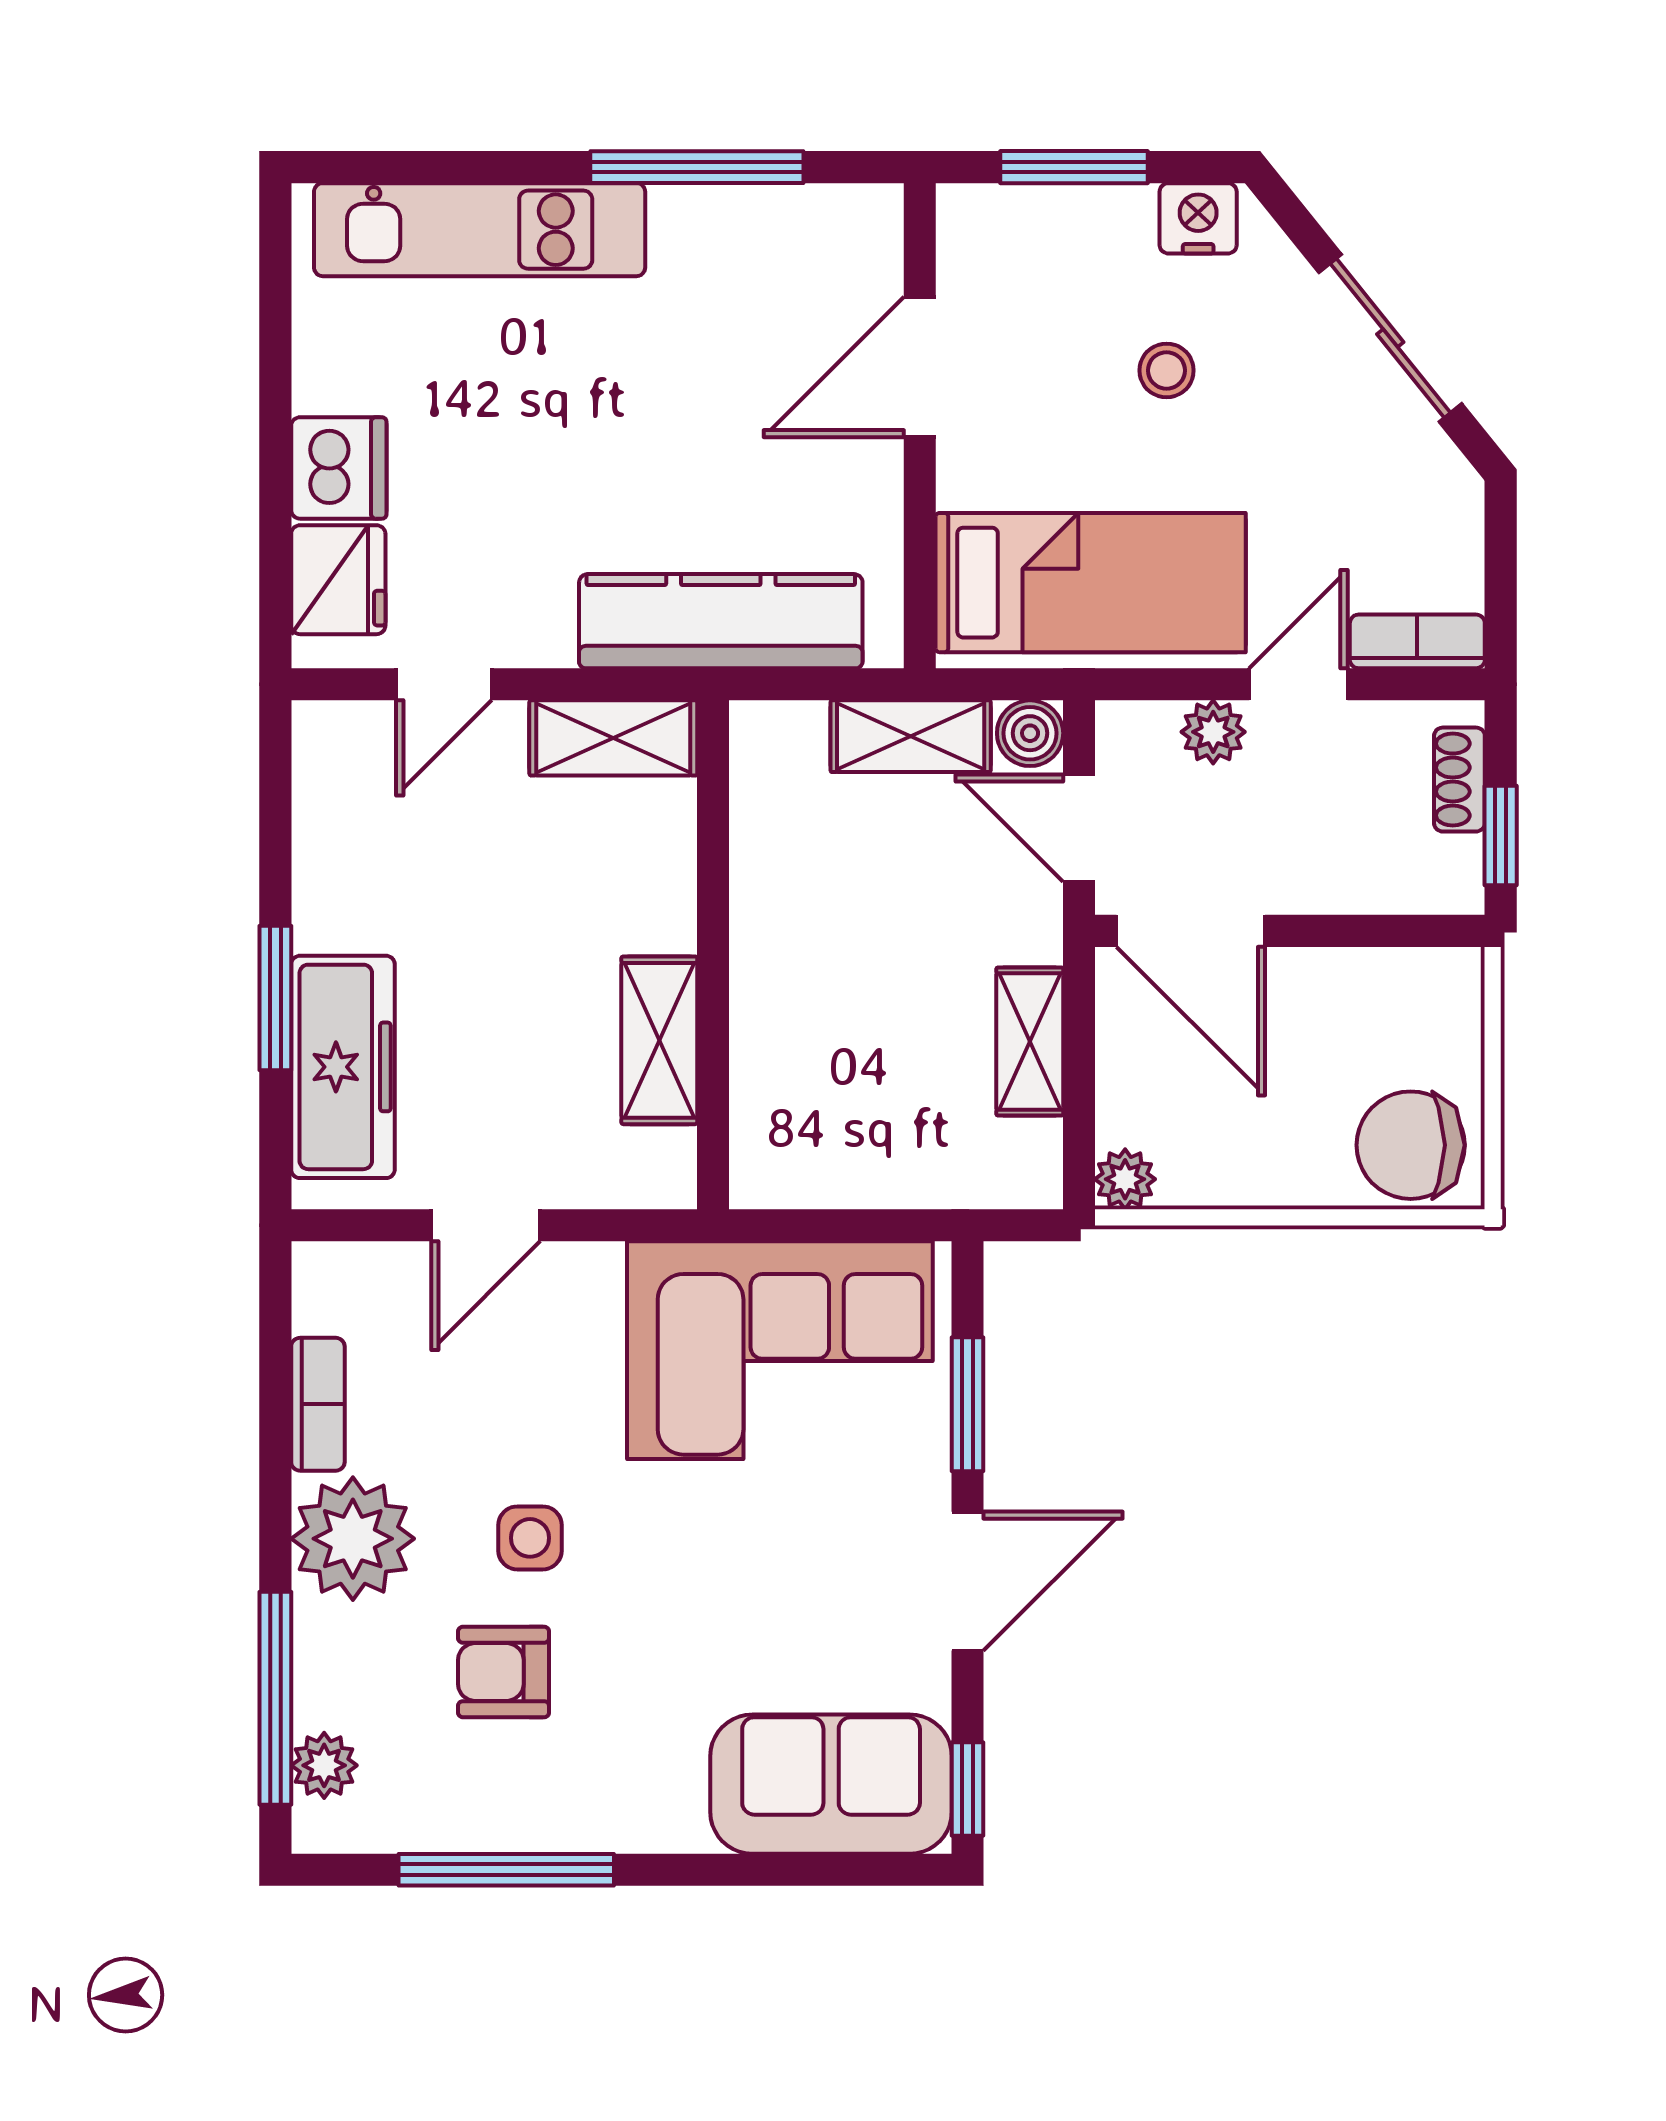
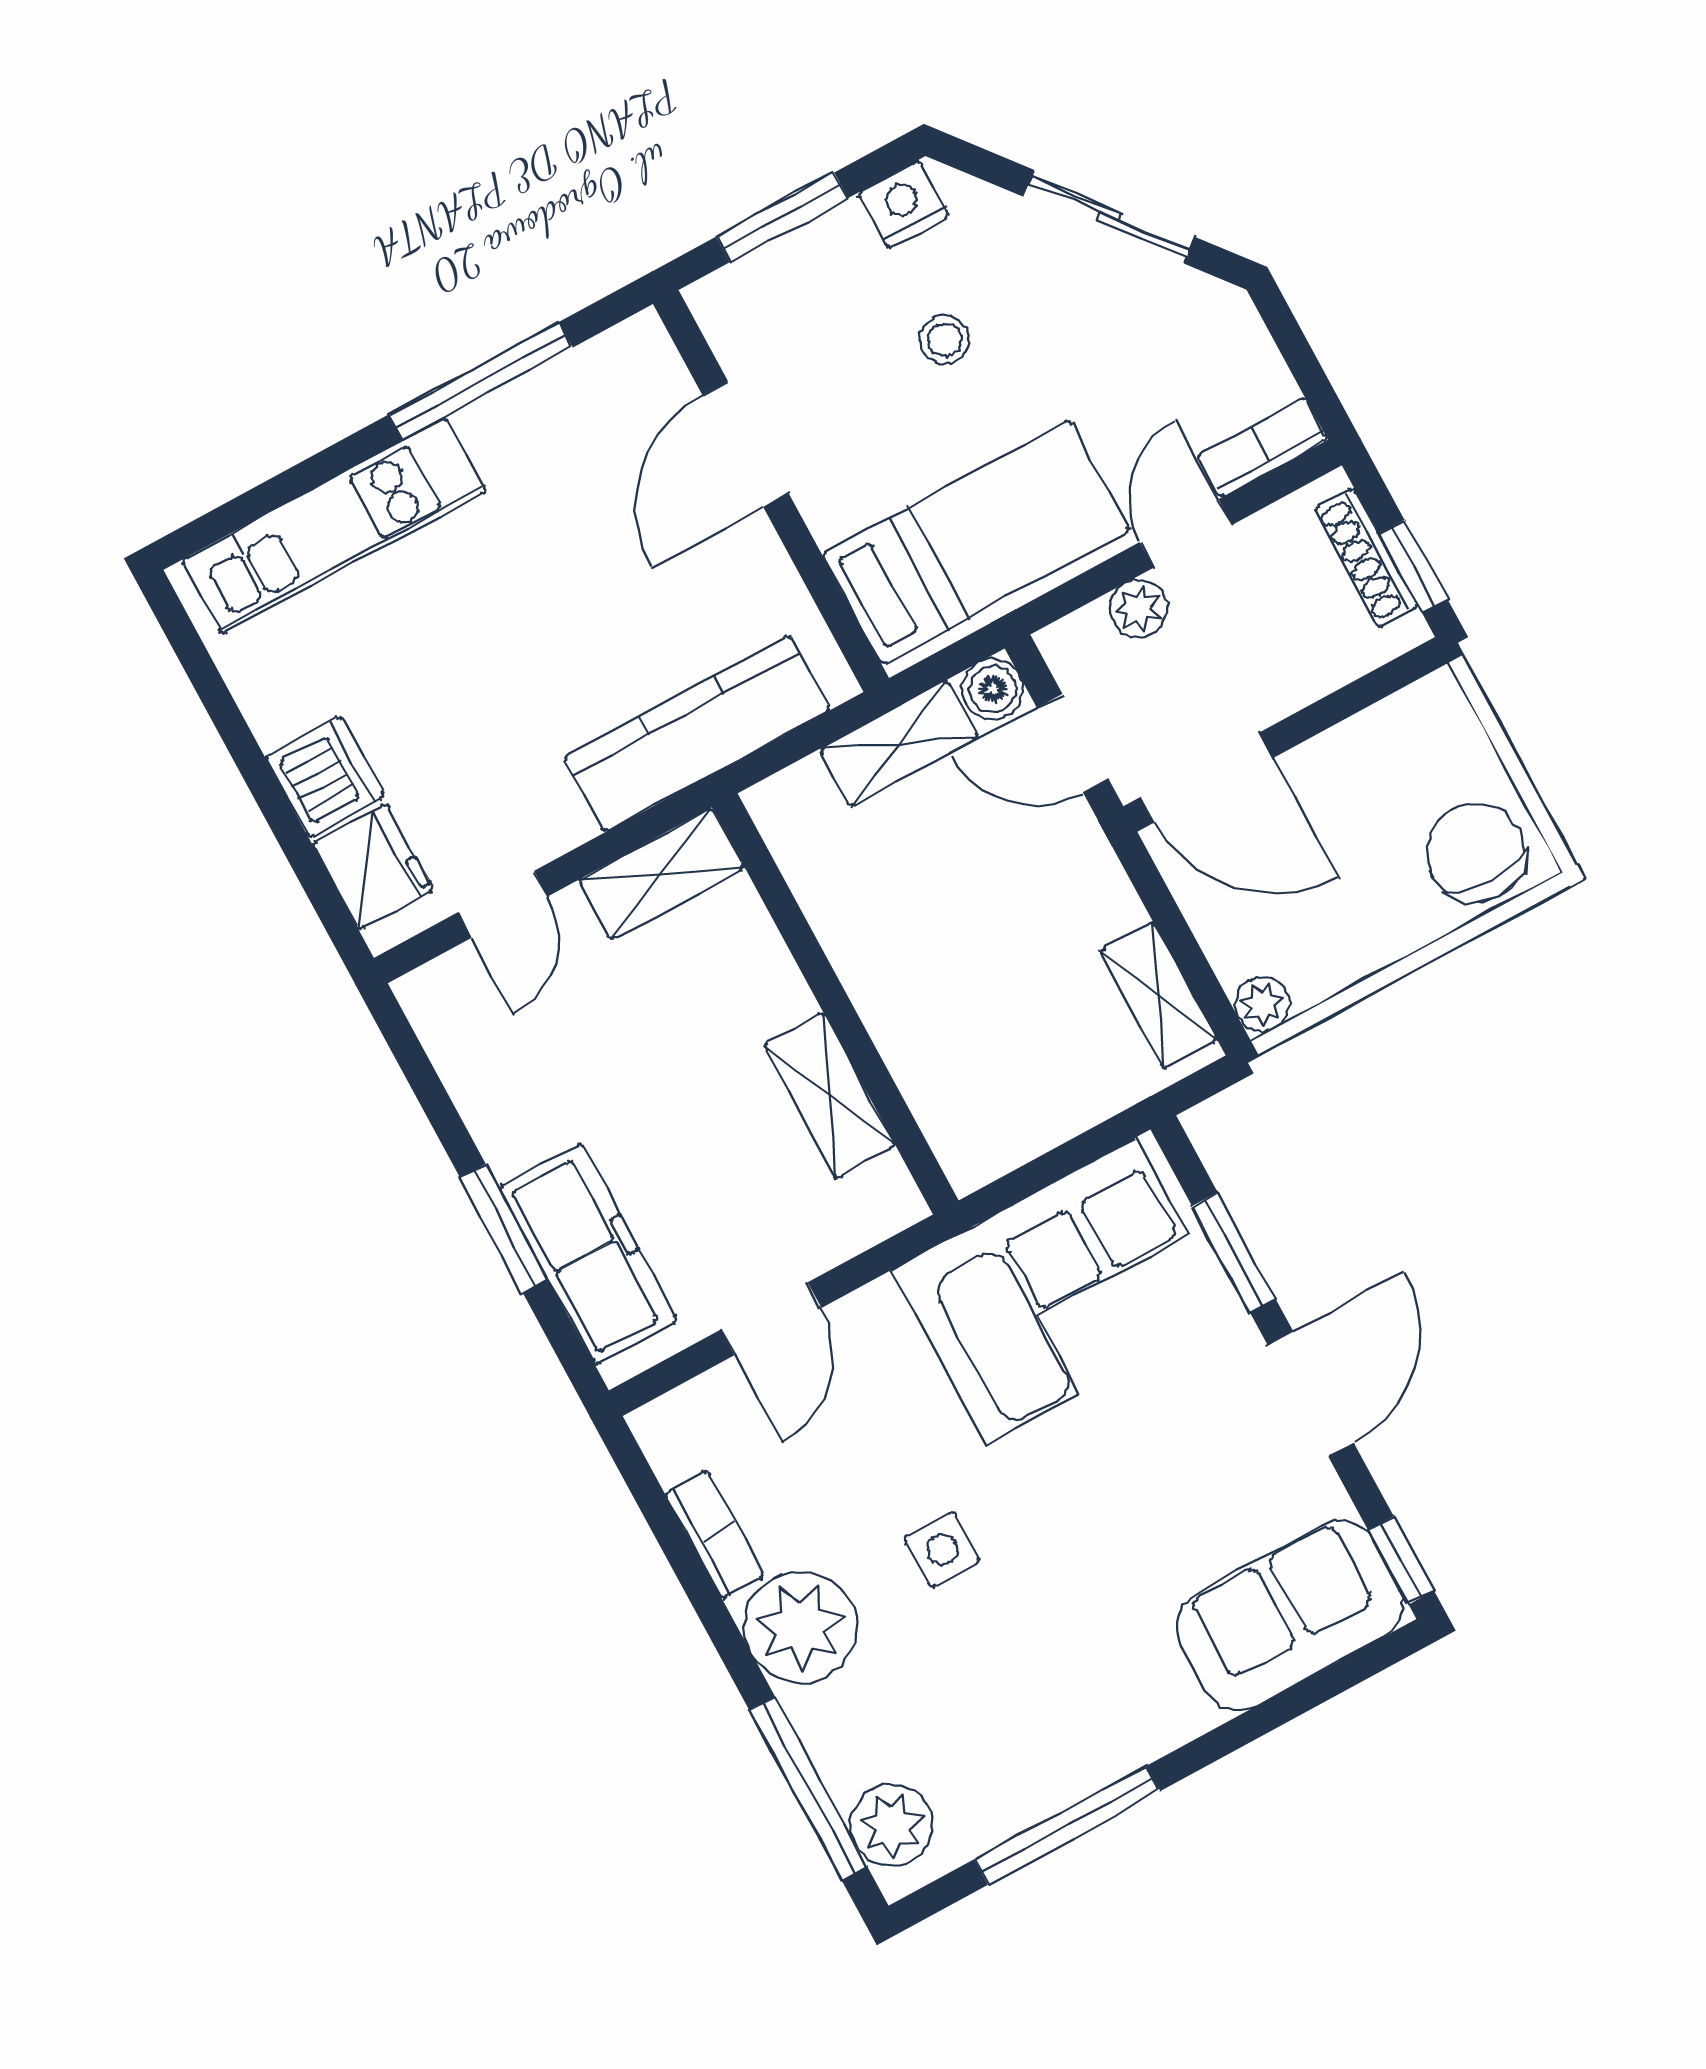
shoe rack: (1459, 780) -> (1366, 558), width x1.43
shelving: (1030, 1041) -> (1158, 995), moved
chair: (1411, 1145) -> (1476, 853), turned 90
armchair: (504, 1672) -> (979, 1668), removed
plant: (324, 1765) -> (891, 1825), width x1.38, depth x1.38

